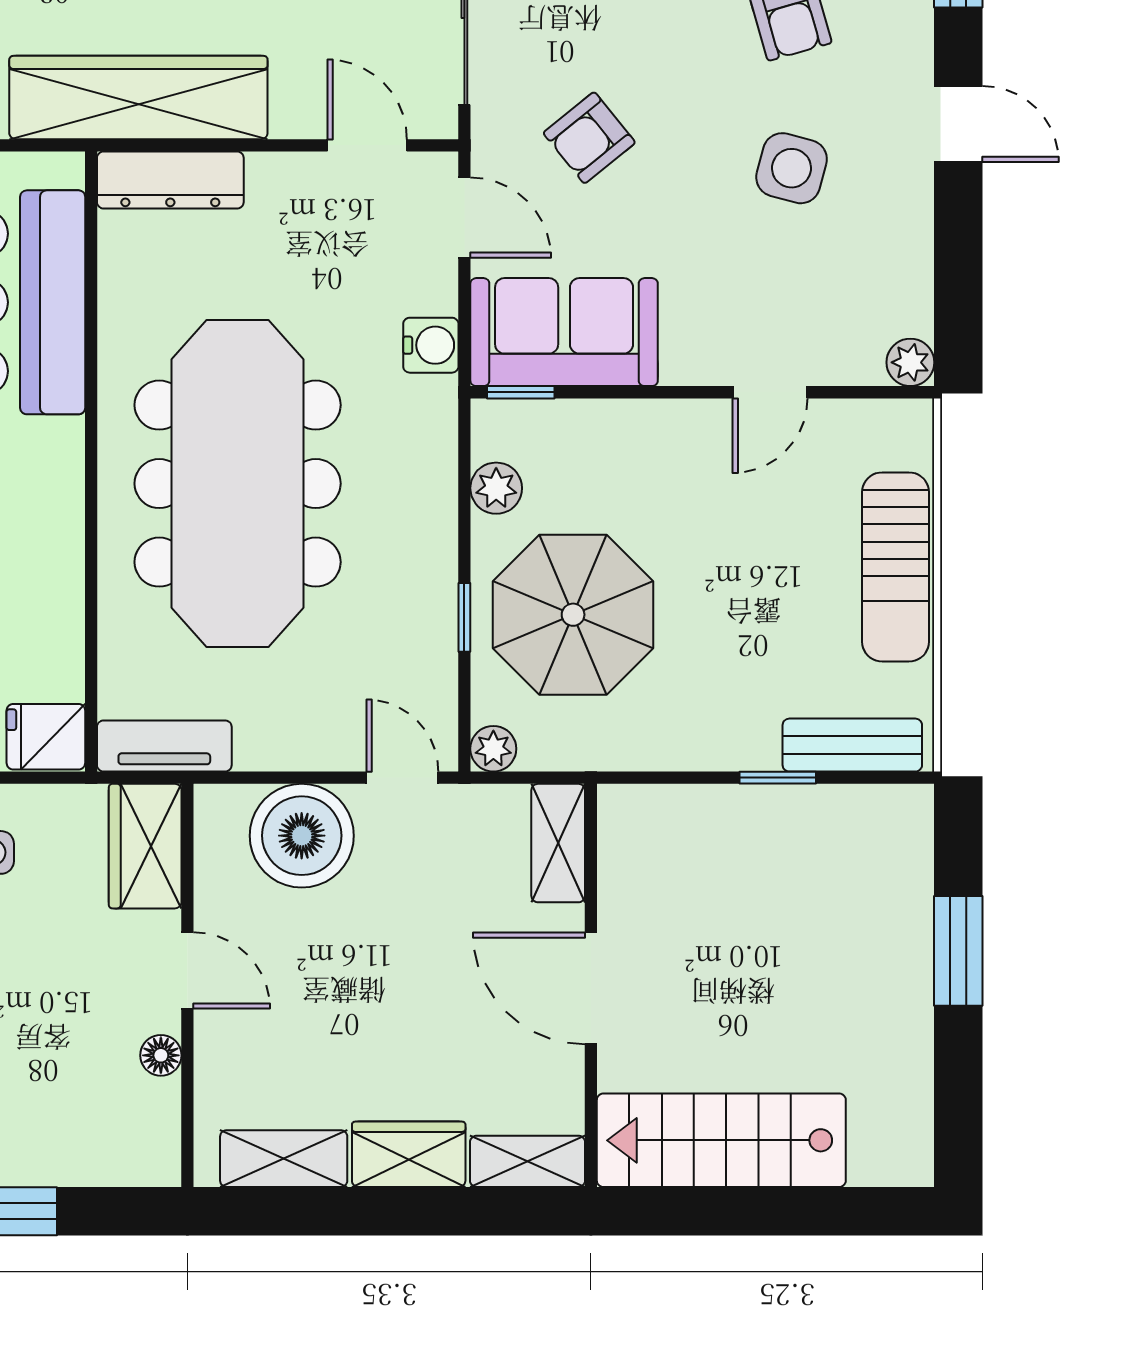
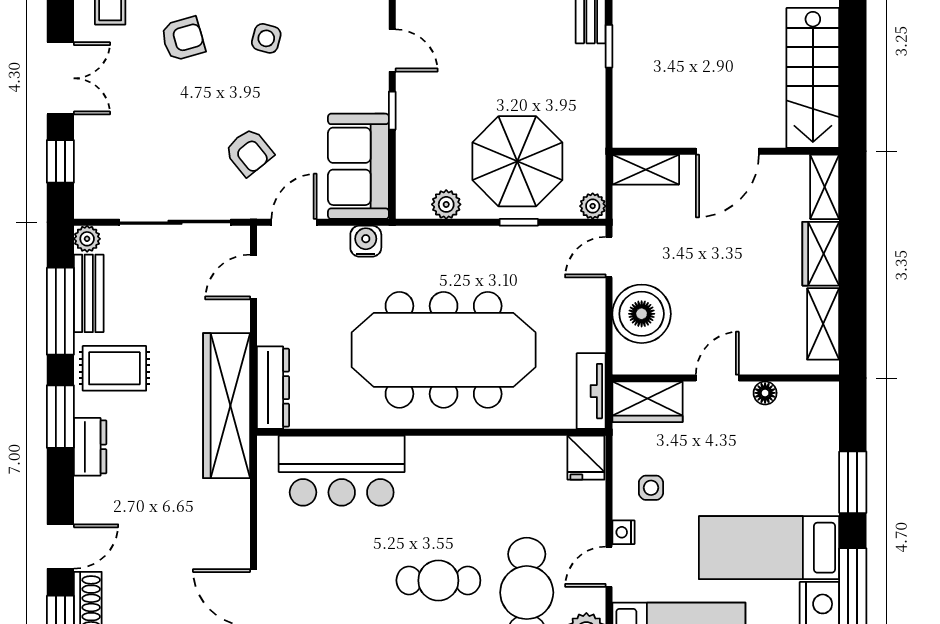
side table: (792, 168) -> (266, 38), width x0.73, depth x0.73
window: (521, 392) -> (392, 111), moved

